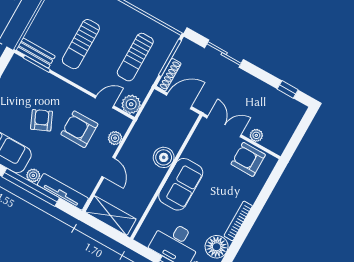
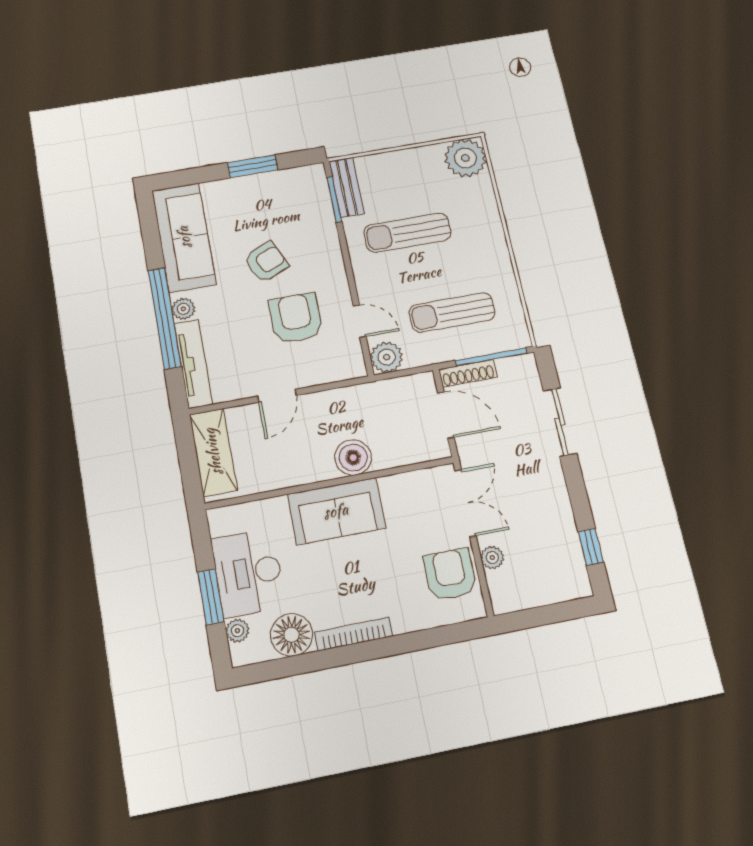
plant: (115, 138) -> (324, 373), removed

